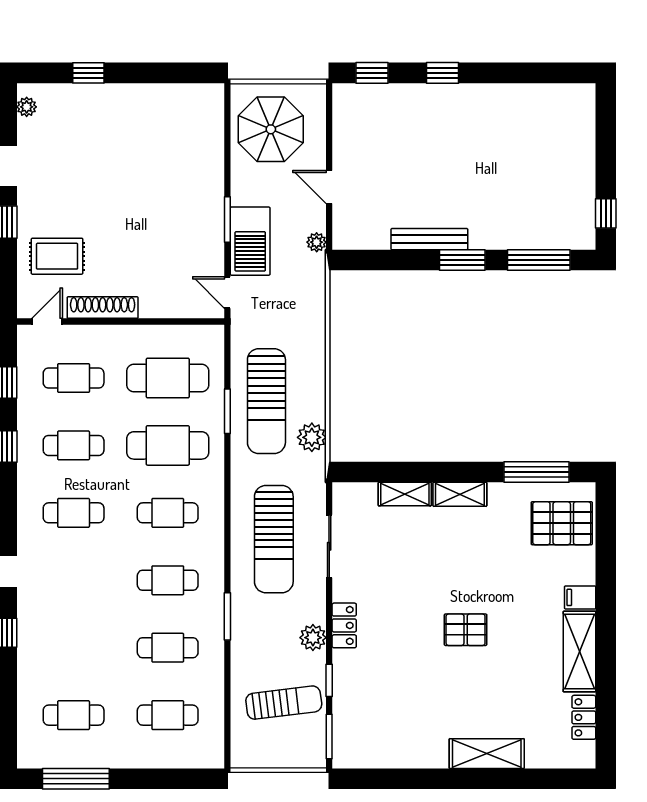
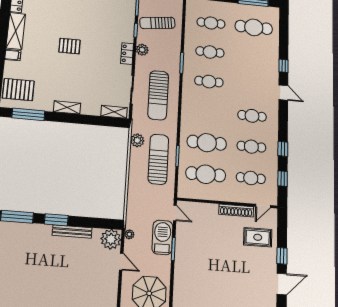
plant: (352, 230) -> (111, 239), added
shelving: (405, 494) -> (114, 112), moved
cafe table: (168, 513) -> (208, 112), removed
sun lounger: (274, 539) -> (158, 95), turned 180
cafe table: (74, 715) -> (254, 27), width x1.37, depth x1.35

